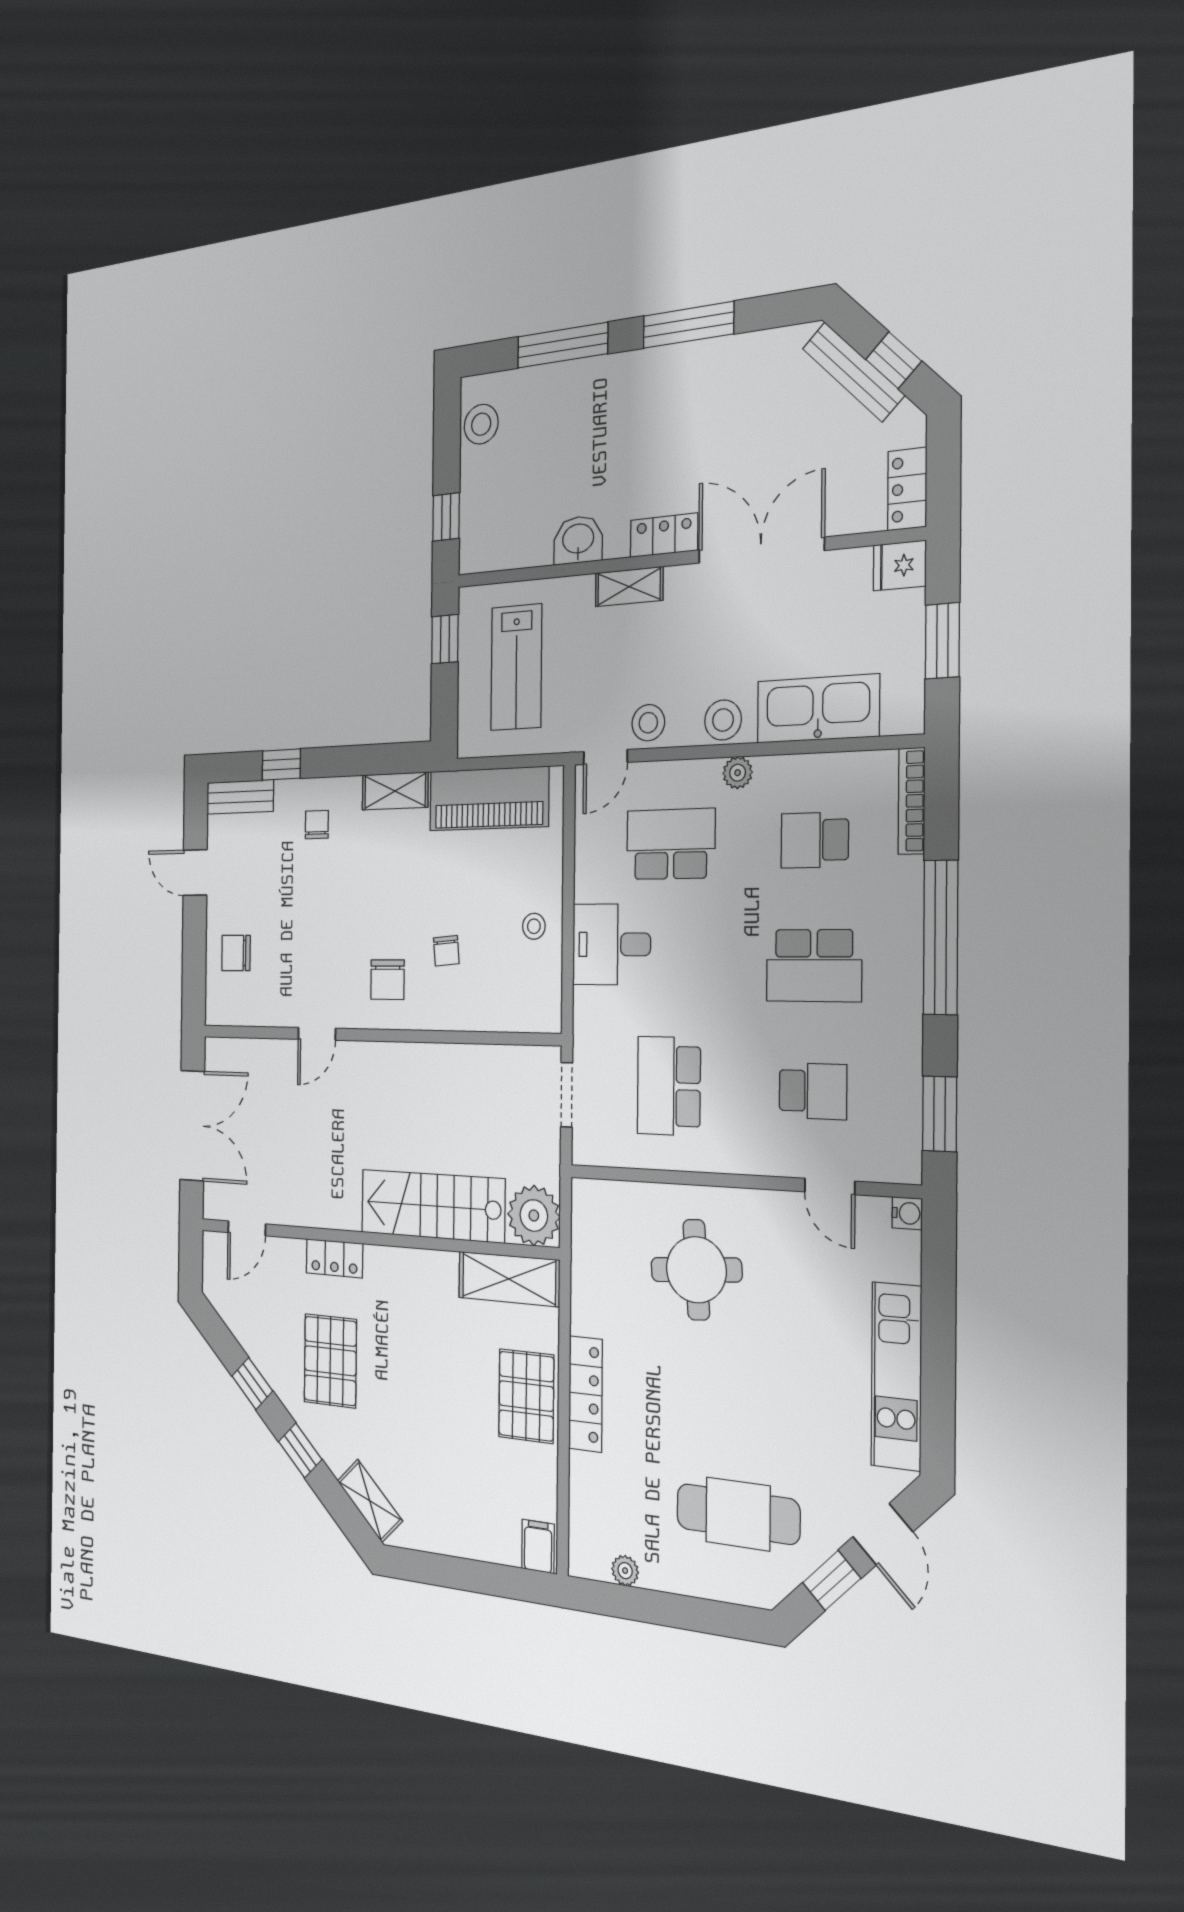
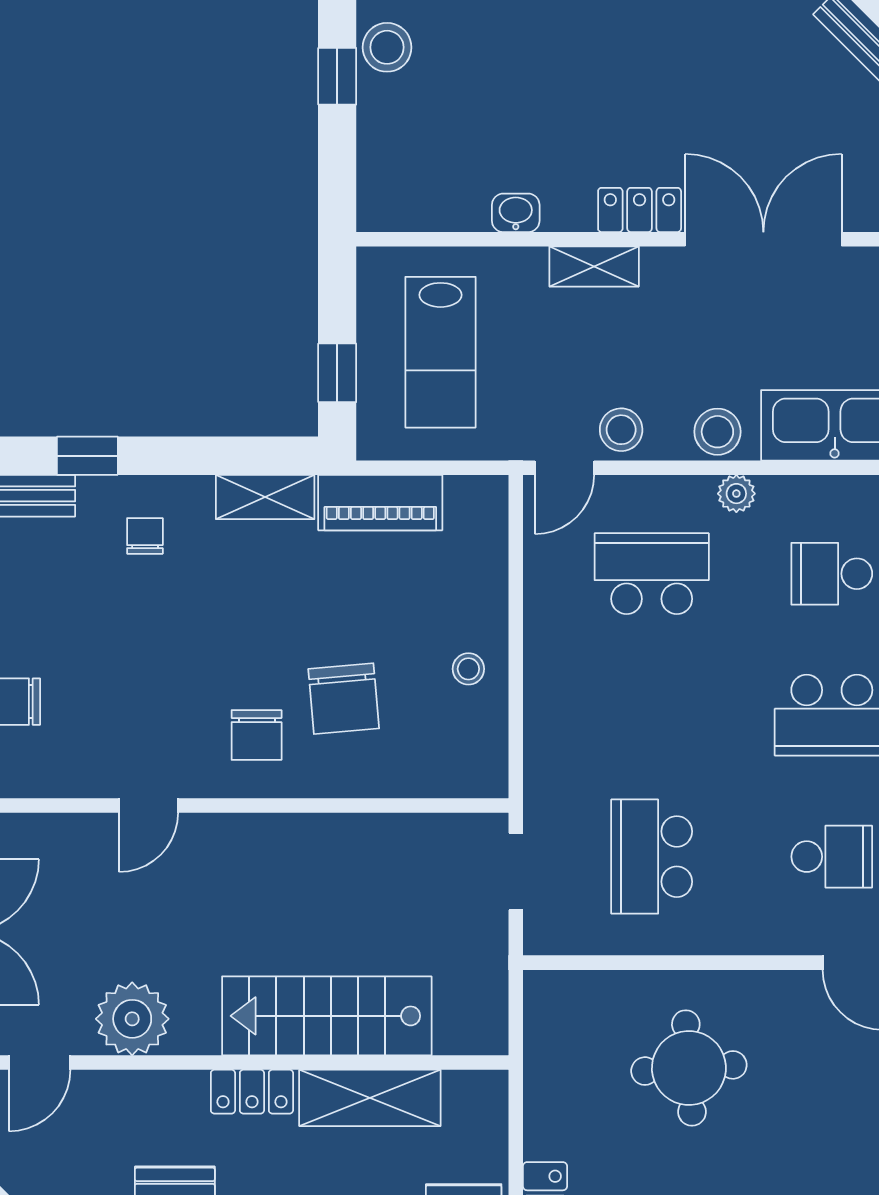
window: (446, 517) -> (337, 76), moved
washbasin: (578, 540) -> (516, 213), width x0.72, depth x0.69
window: (445, 639) -> (337, 373), moved
piano: (489, 799) -> (380, 503), width x0.73, depth x0.75
desk: (611, 944) -> (575, 691), removed
chair: (446, 951) -> (344, 699), width x1.87, depth x1.87
plant: (534, 1216) -> (132, 1019), moved
locker: (334, 1258) -> (252, 1092), moved
shelving: (509, 1279) -> (370, 1098), moved

